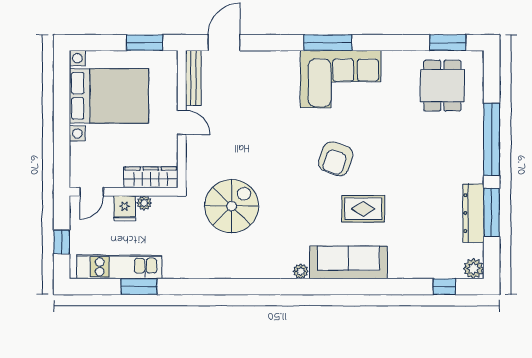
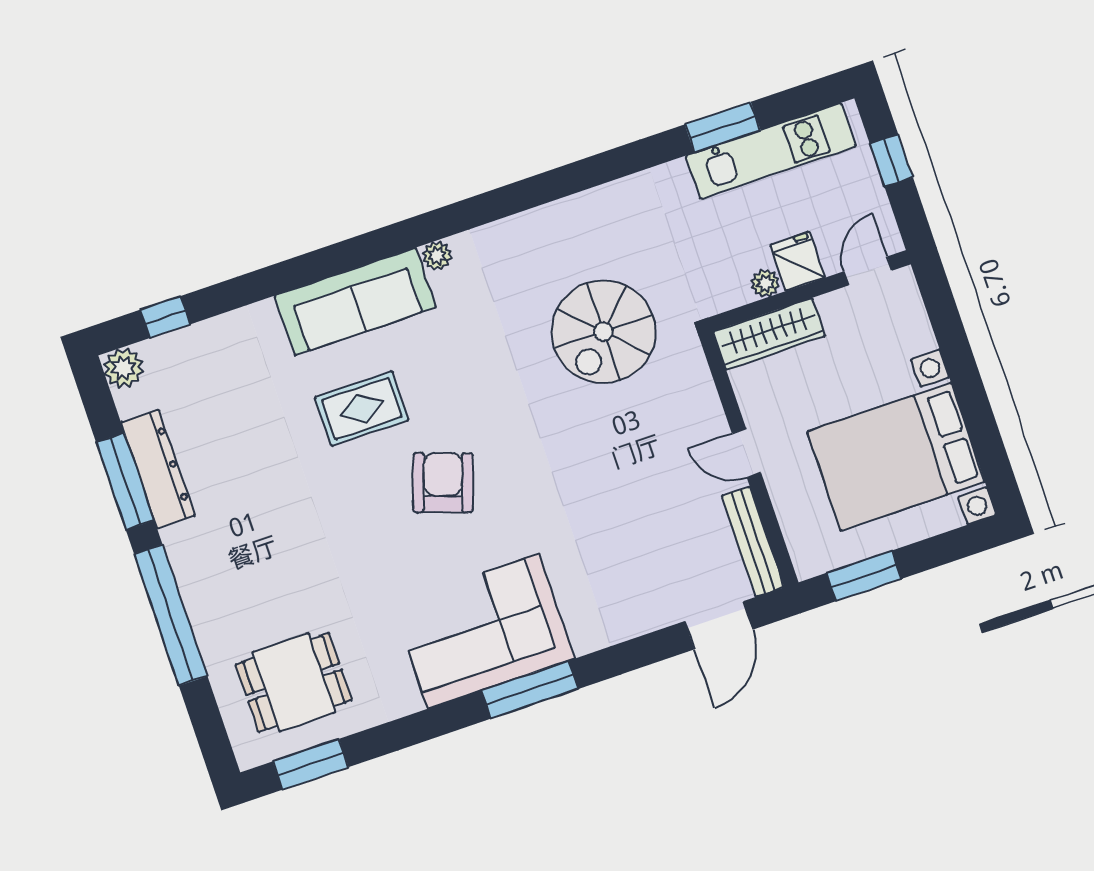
dining table: (442, 86) -> (294, 682), turned 90

